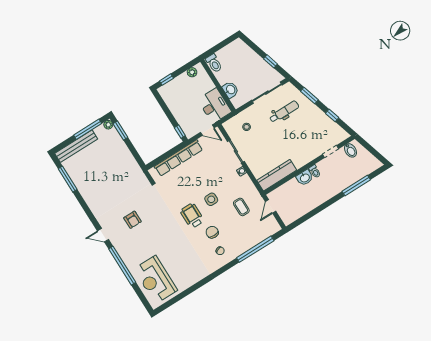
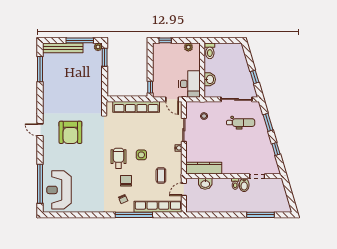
bidet: (350, 150) -> (244, 185), moved
washbasin: (305, 178) -> (205, 184), moved
armchair: (133, 220) -> (70, 132), width x1.88, depth x1.88
row of seats: (257, 238) -> (158, 207), added
window: (255, 249) -> (134, 215), moved
window: (122, 266) -> (40, 184), moved

